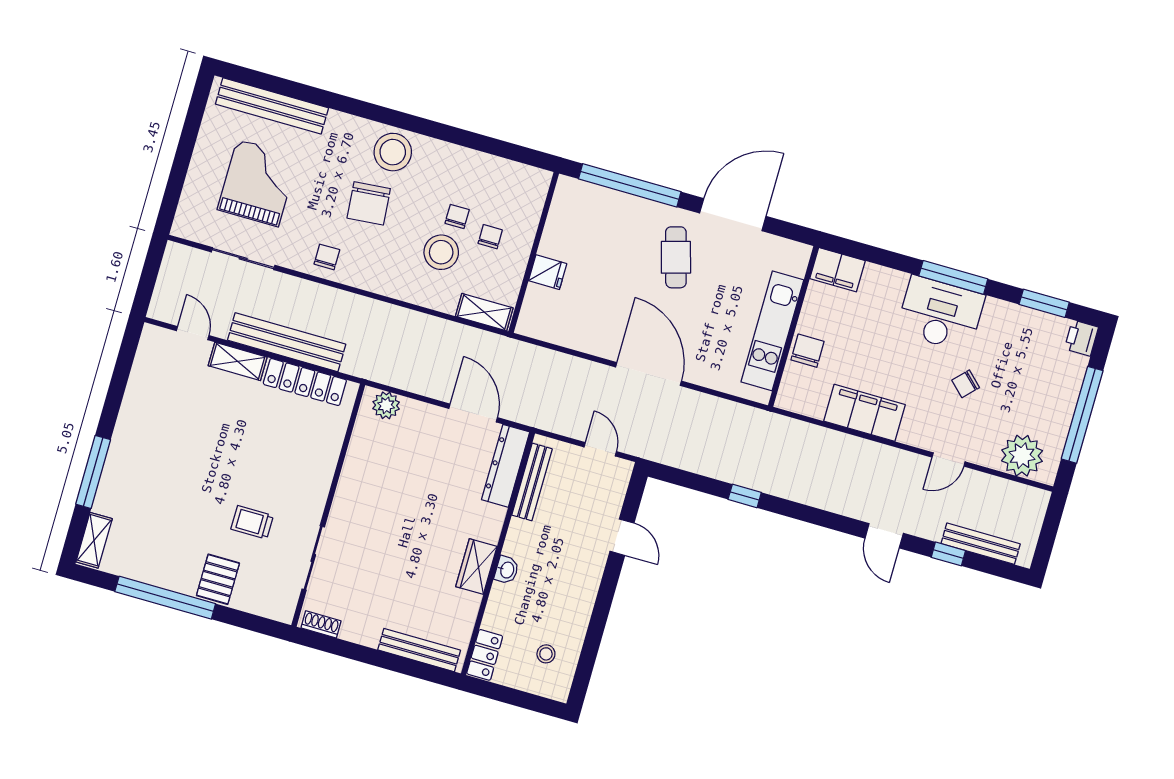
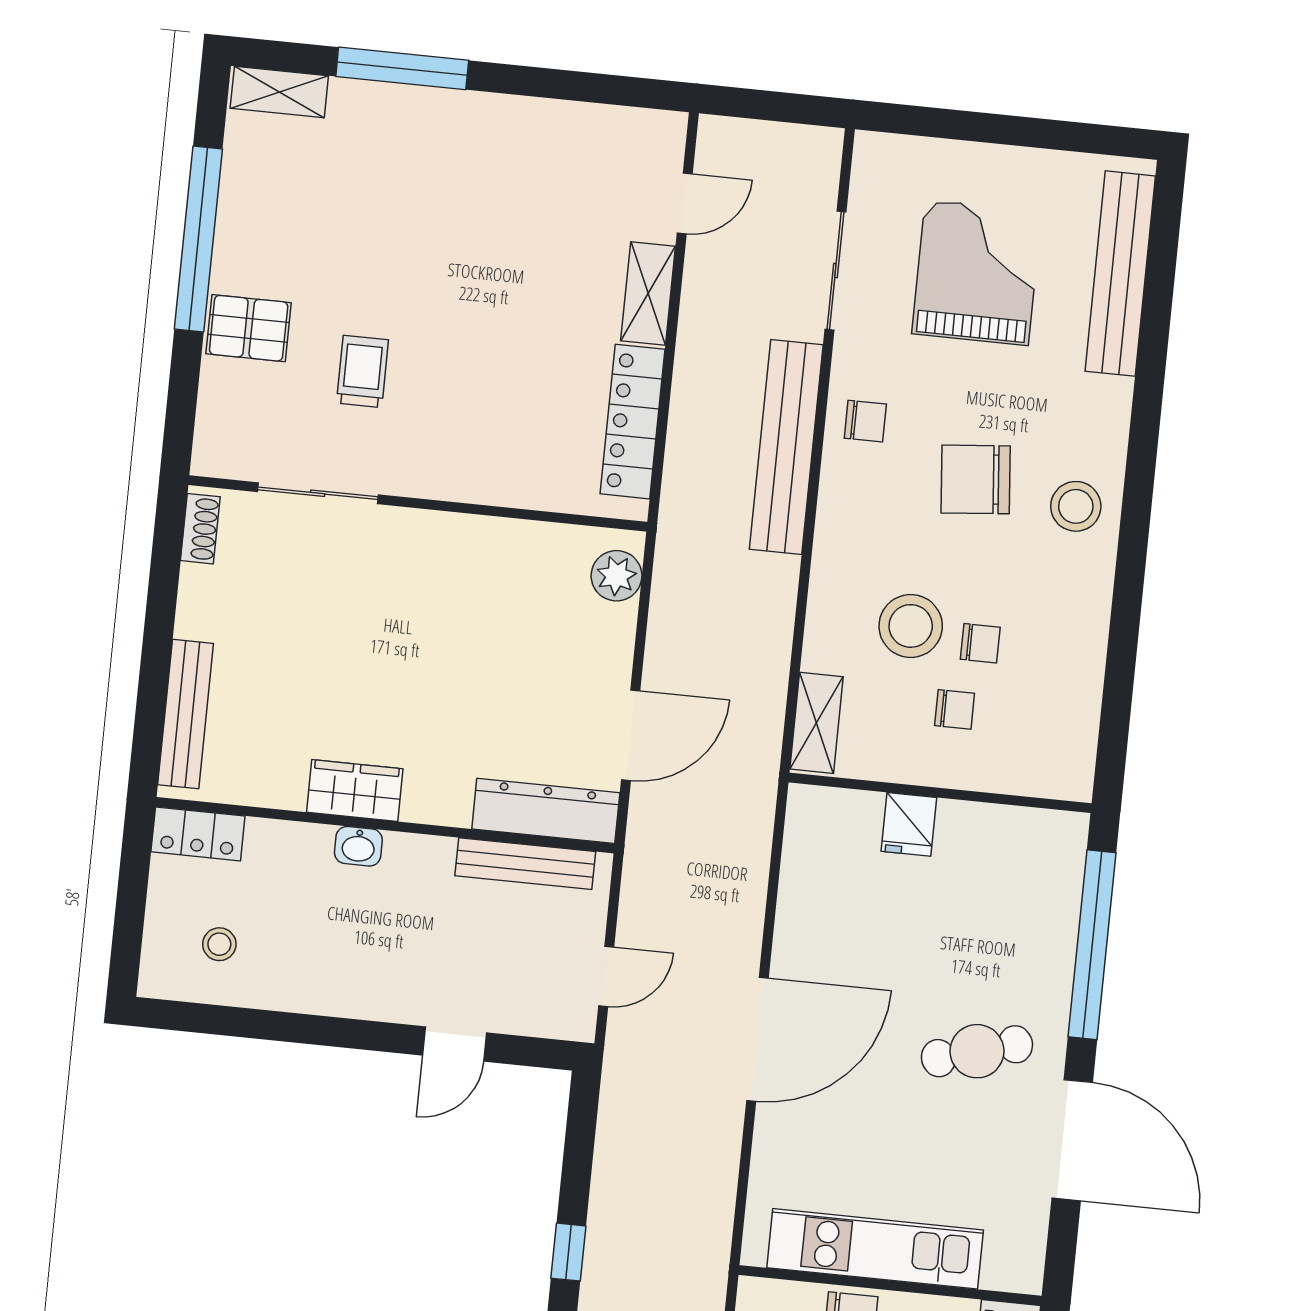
stool: (393, 152) -> (1076, 506), width x0.73, depth x0.73
grand piano: (258, 183) -> (977, 273), turned -90
bench: (287, 342) -> (786, 447), moved

